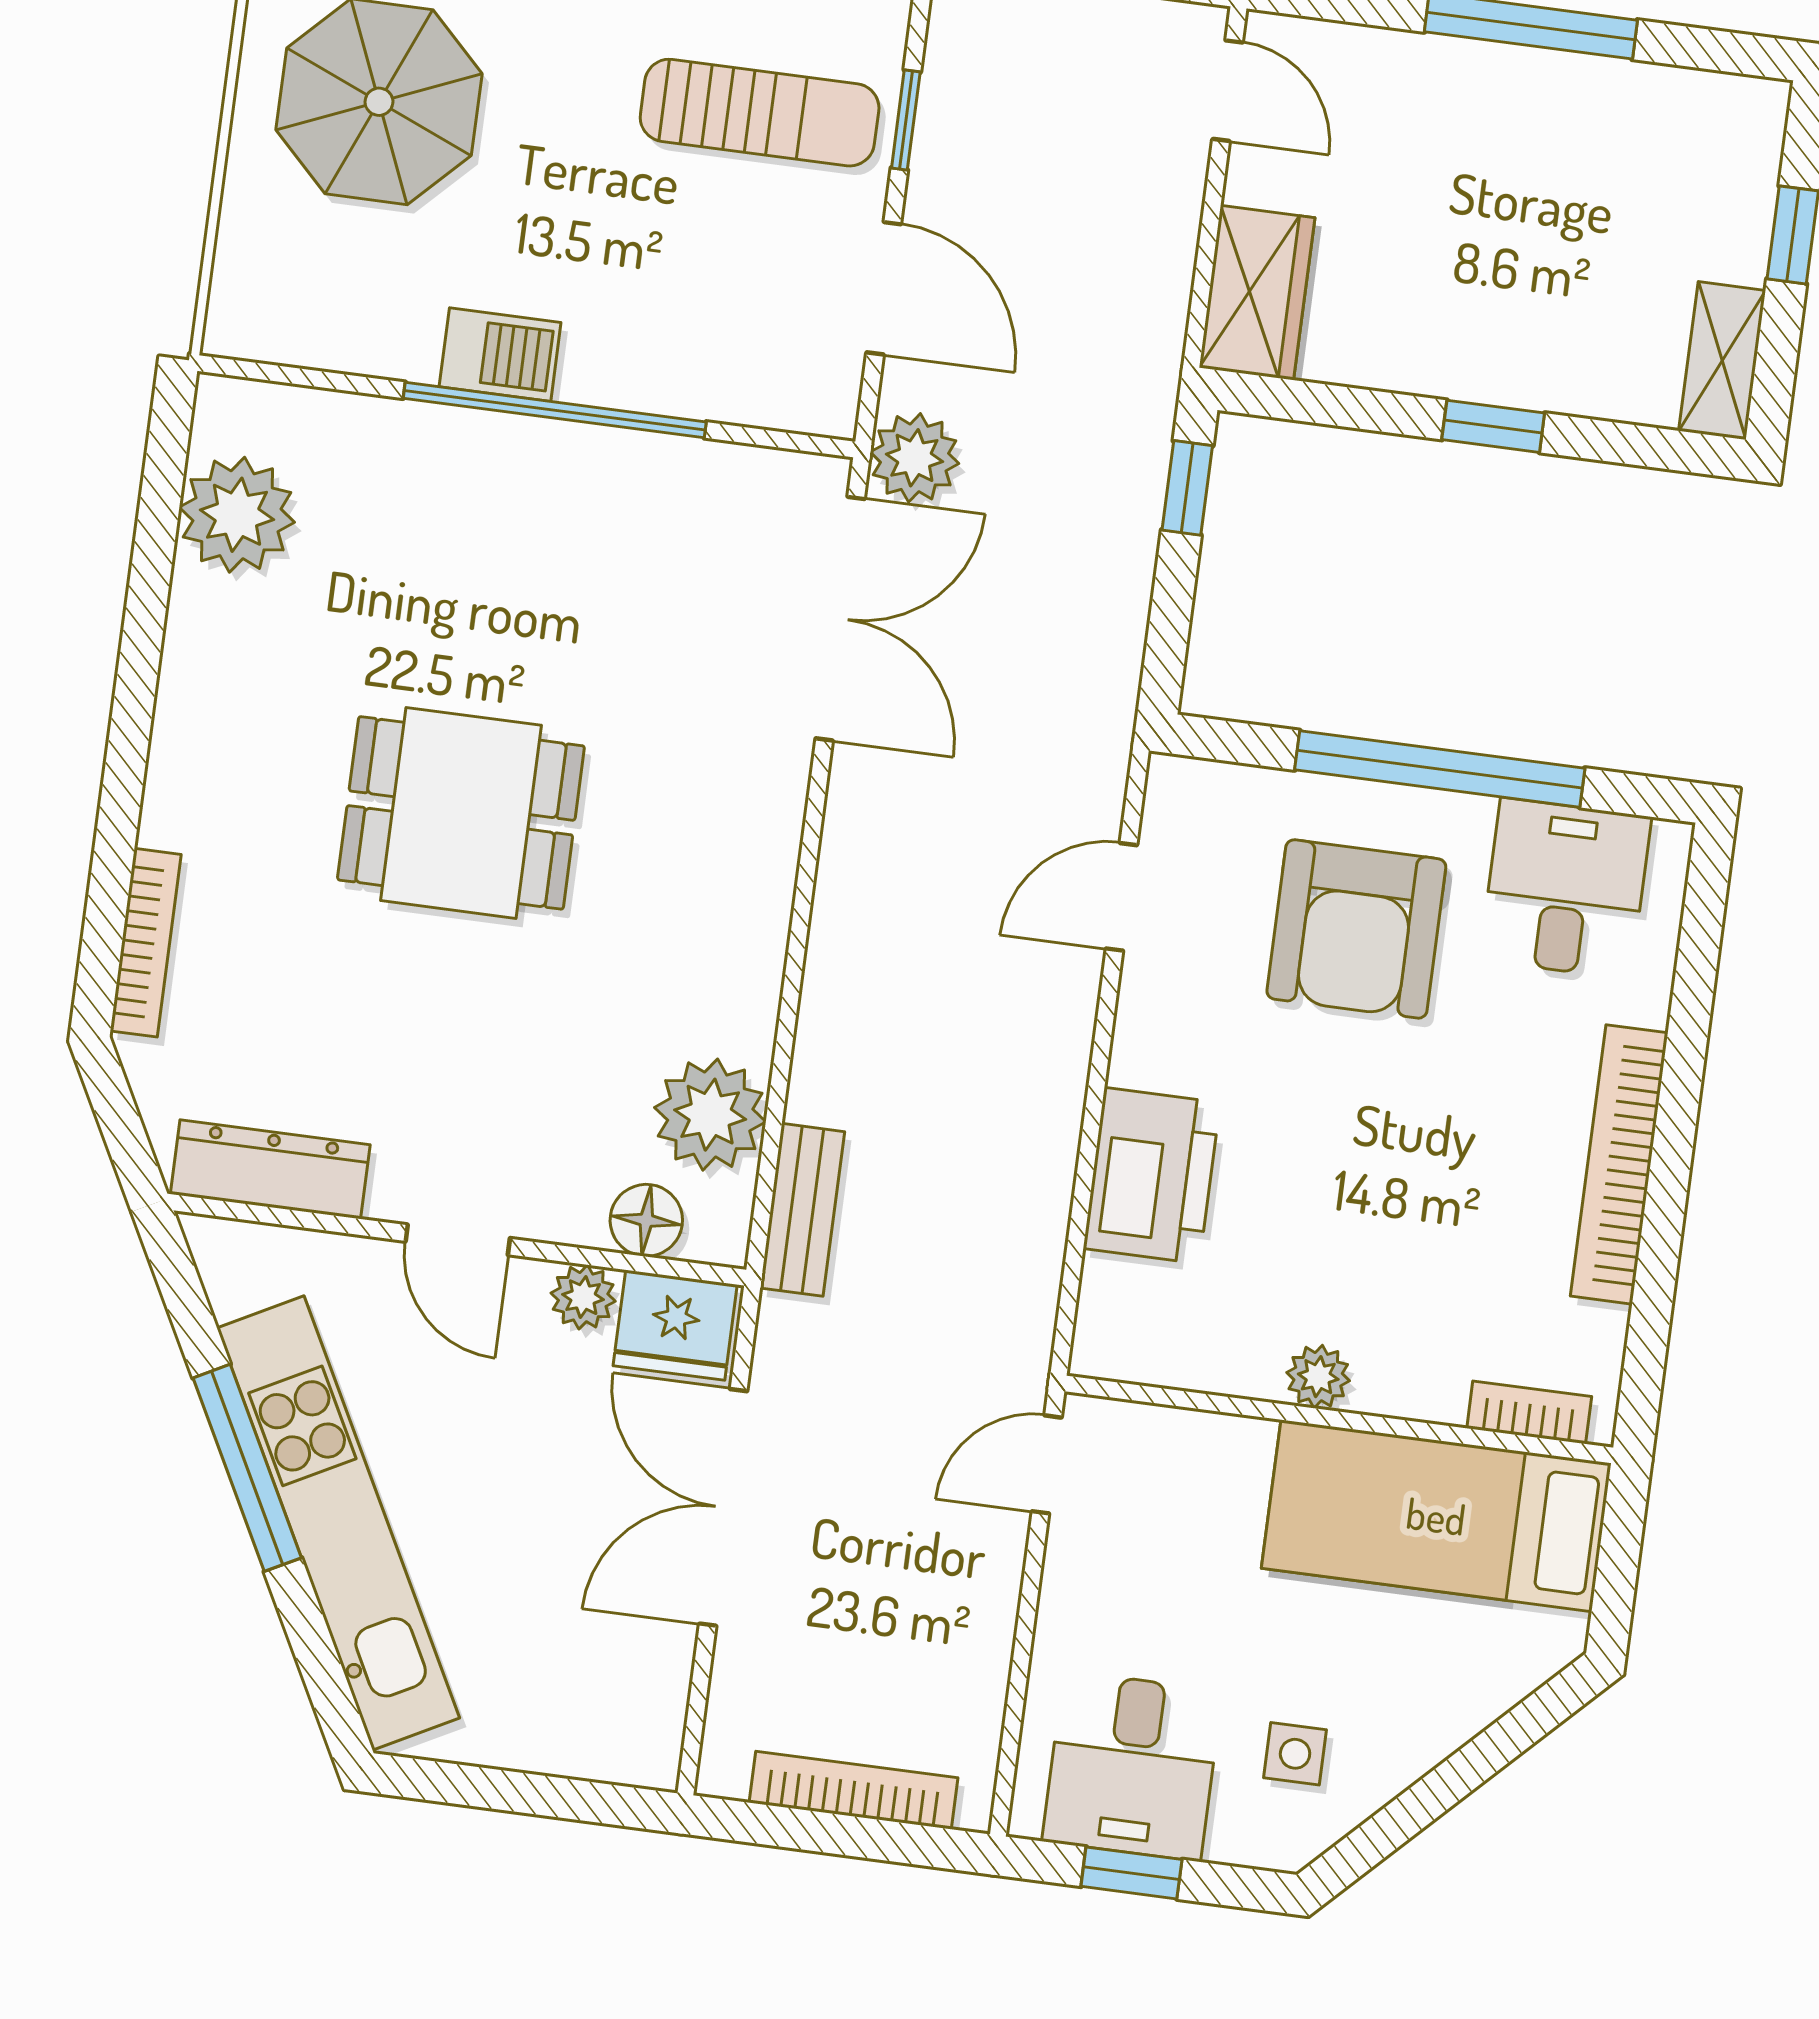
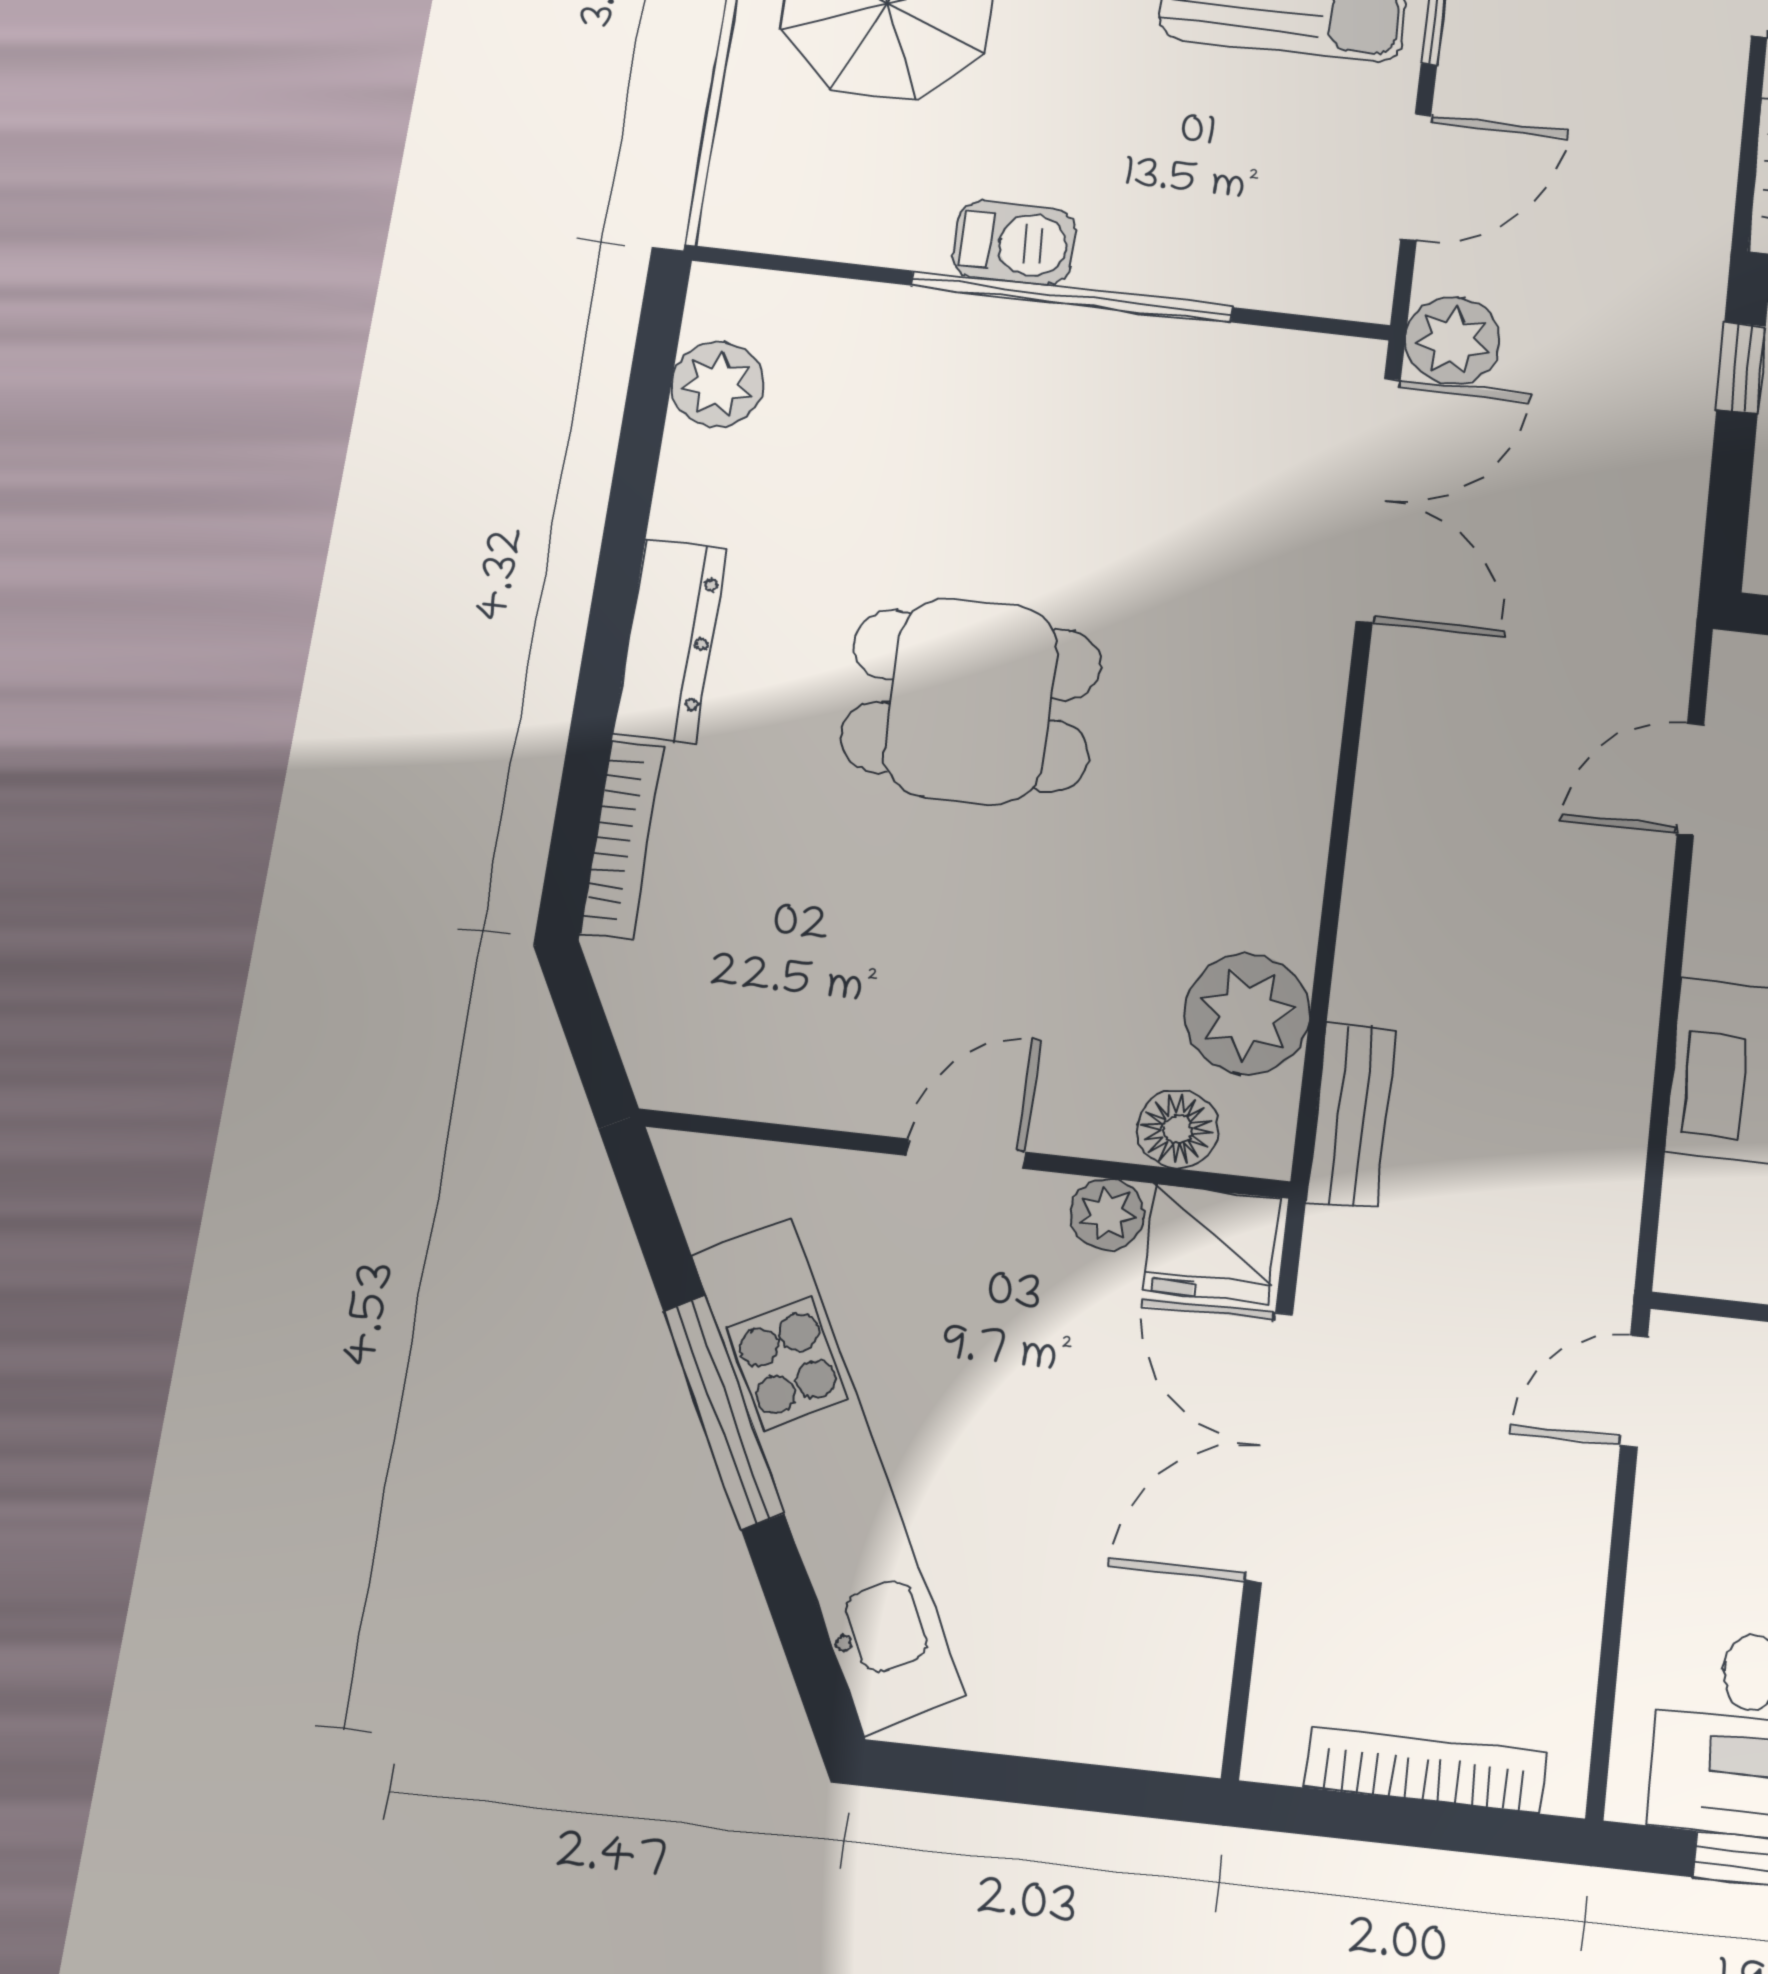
door: (884, 288) -> (1416, 177), hinge flipped
plant: (237, 515) -> (718, 384), width x0.73, depth x0.73
dresser: (270, 1169) -> (670, 641), moved, turned 90
door: (458, 1240) -> (966, 1154), swing flipped

